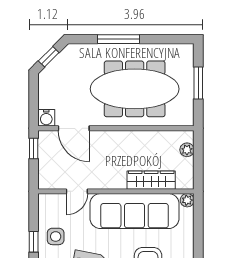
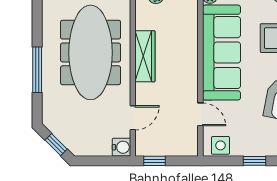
door: (74, 128) -> (133, 118), width x0.73
wardrobe: (151, 180) -> (145, 56), moved, turned 180
side table: (56, 236) -> (220, 145), moved

